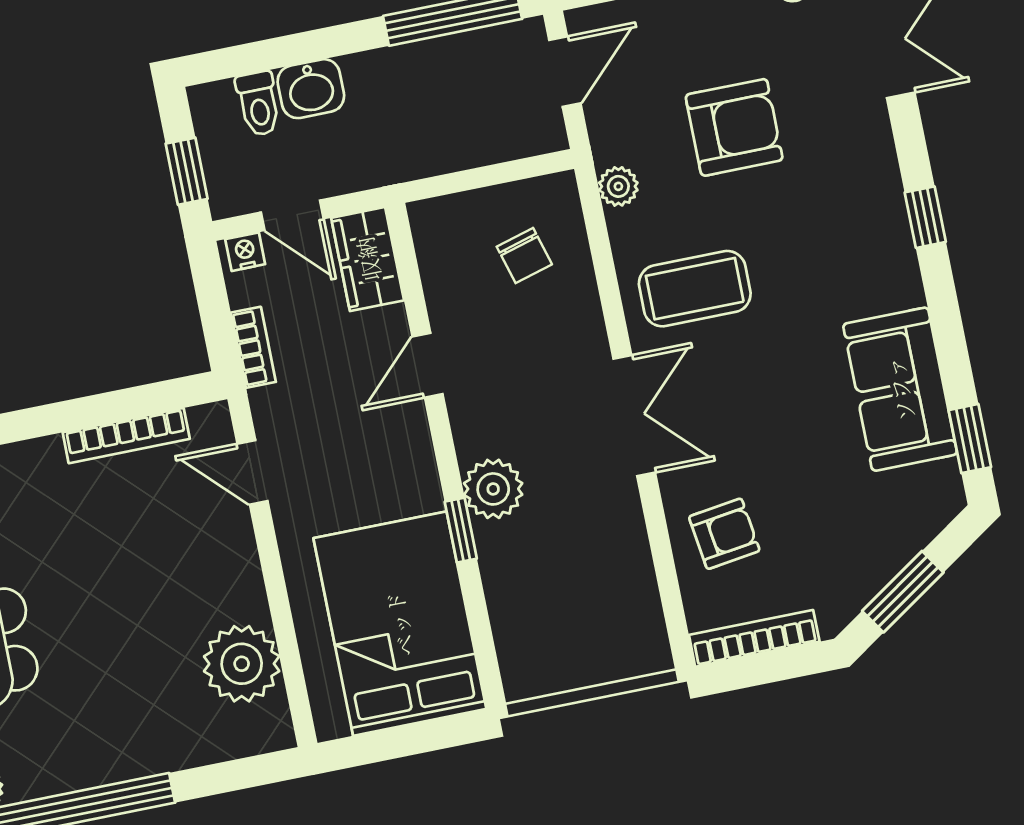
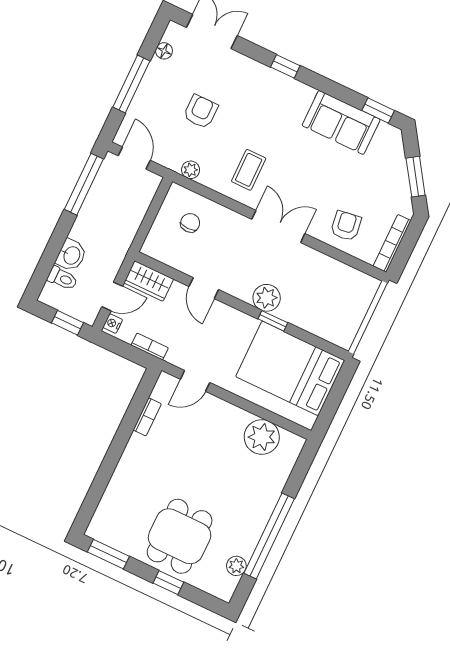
armchair: (734, 127) -> (201, 112), width x0.72, depth x0.72
chair: (524, 256) -> (190, 223), turned -74
coffee table: (695, 289) -> (249, 170), width x0.73, depth x0.77
bookcase: (126, 436) -> (147, 417), width x0.64

